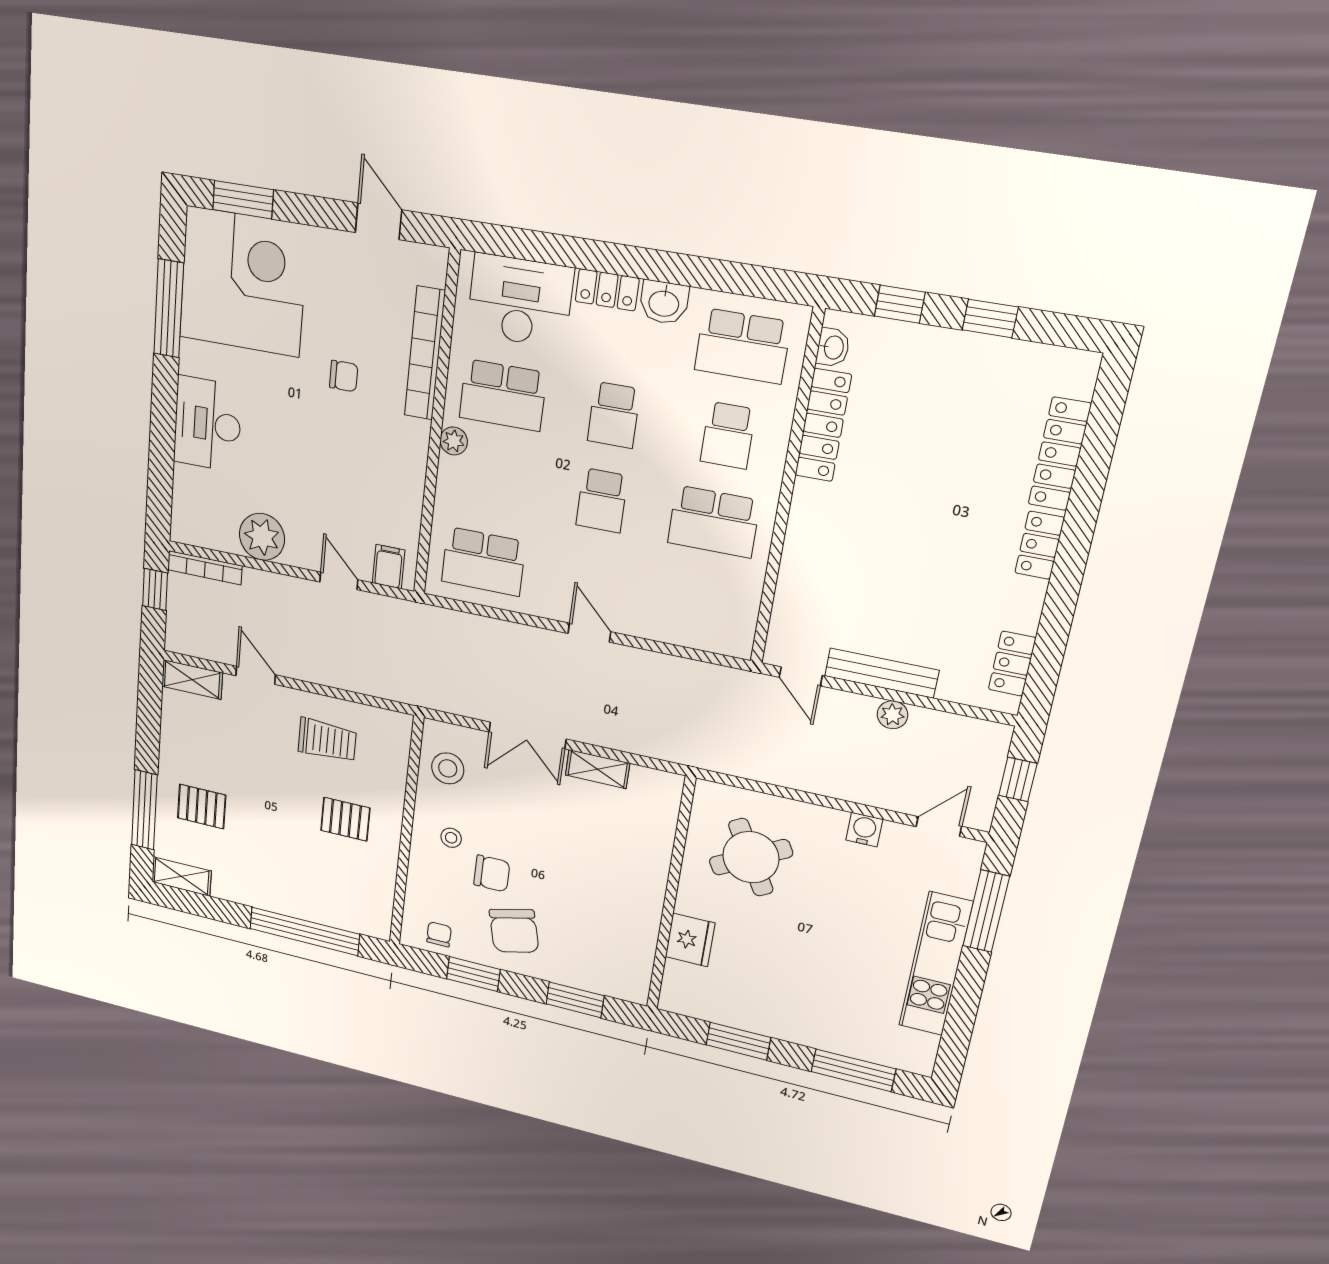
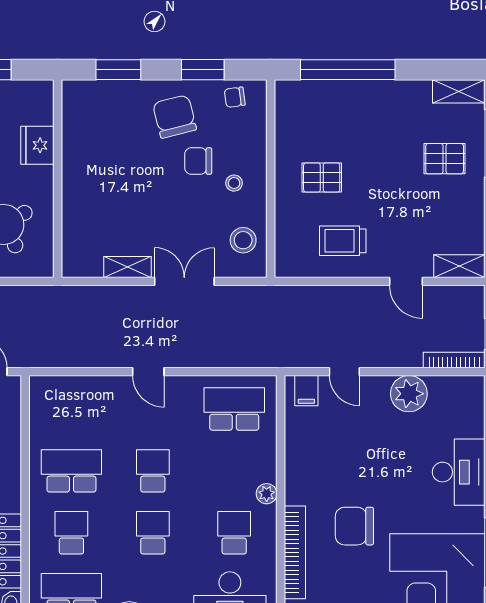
chair: (344, 376) -> (354, 526), width x1.87, depth x1.87
school desk: (503, 395) -> (234, 533), width x0.54
chair: (439, 934) -> (235, 97), turned 82

